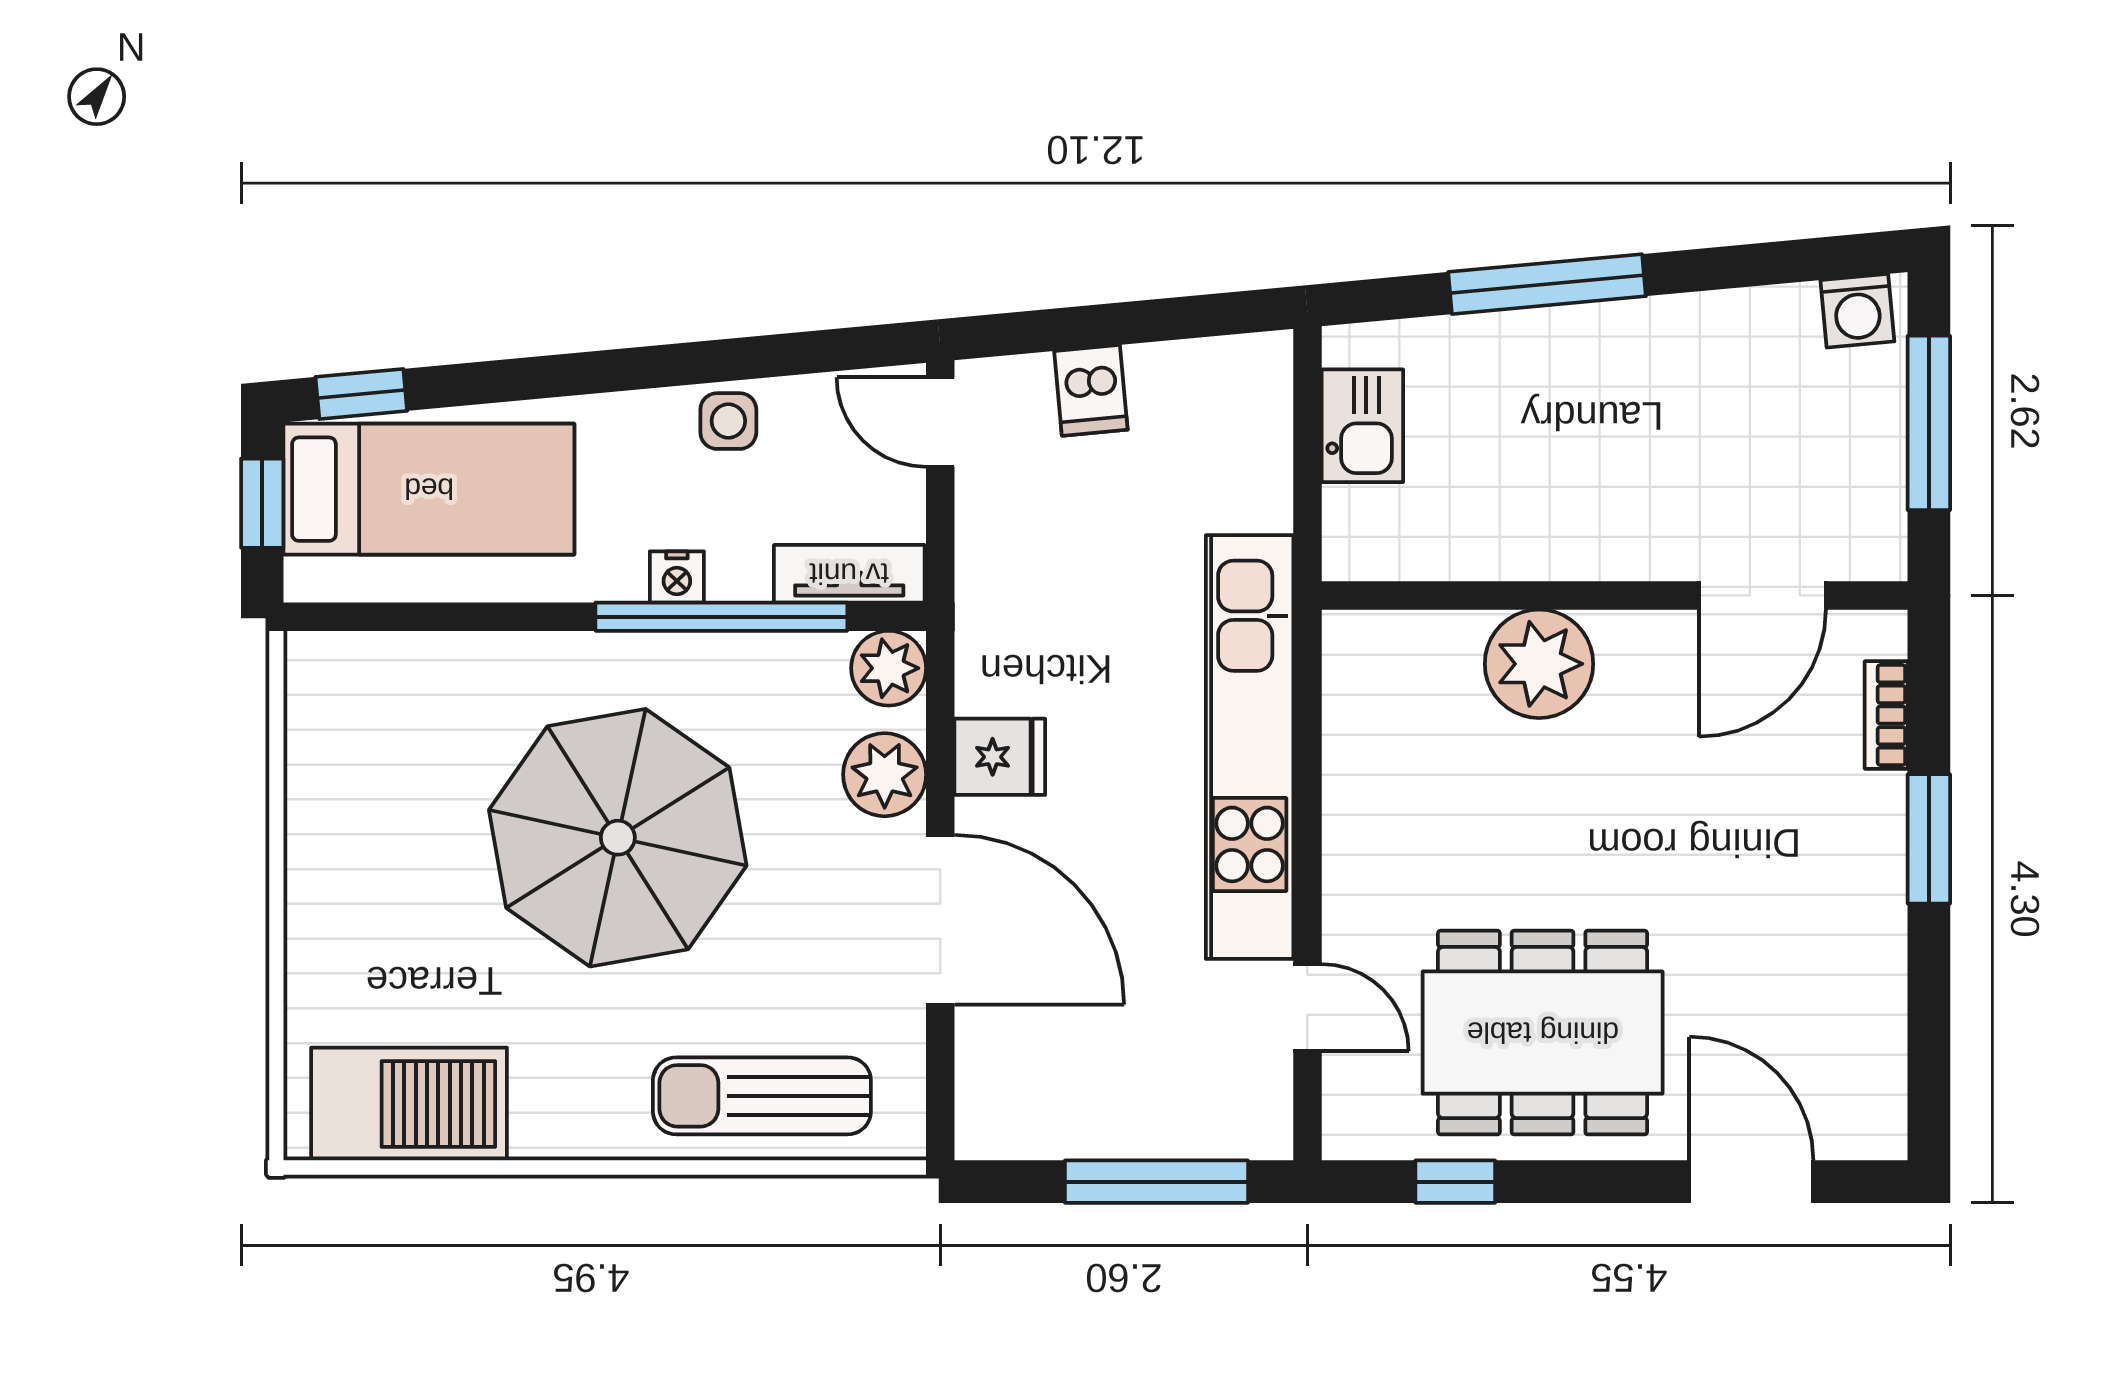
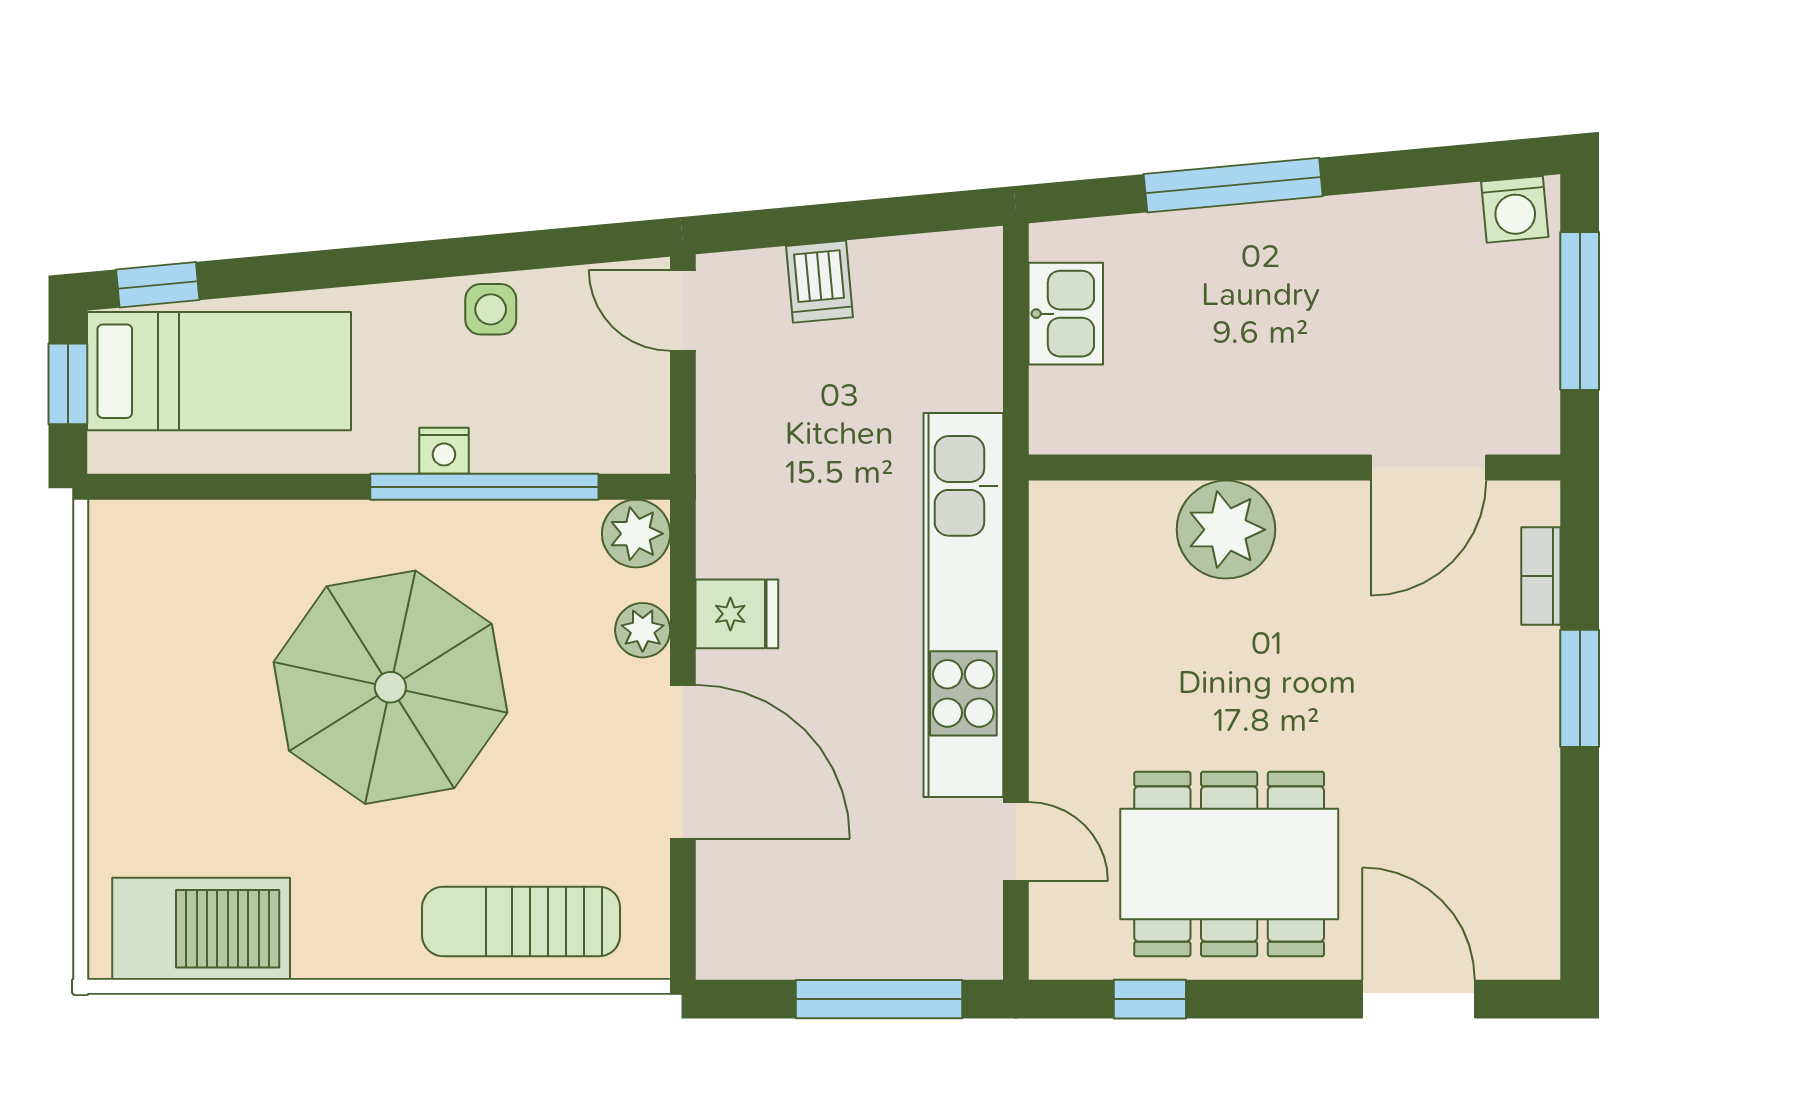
tv unit: (849, 574) -> (600, 448), removed
plant: (885, 775) -> (643, 630), width x0.73, depth x0.73

